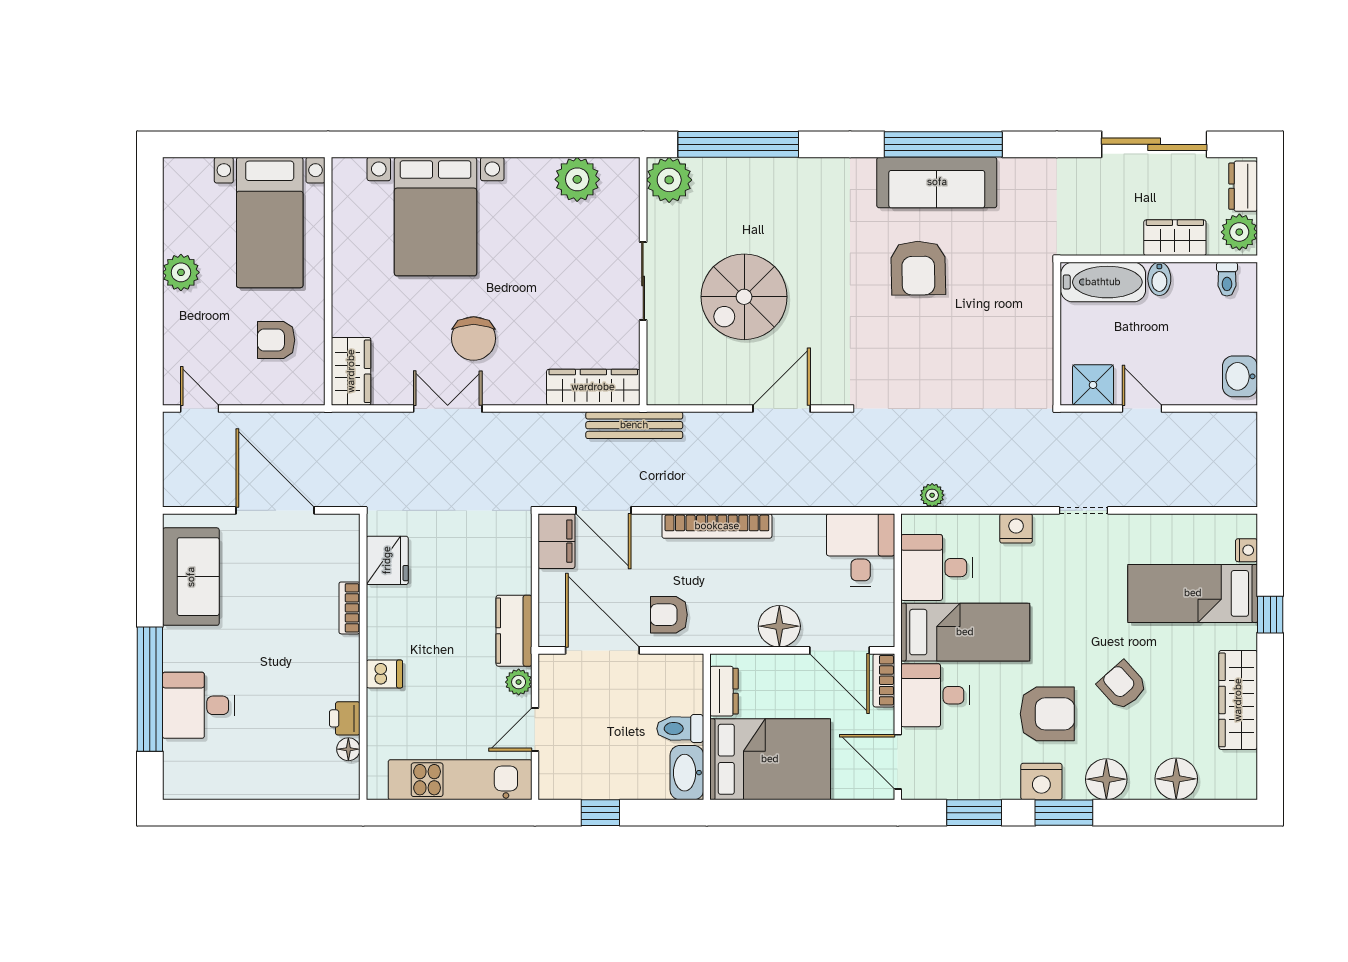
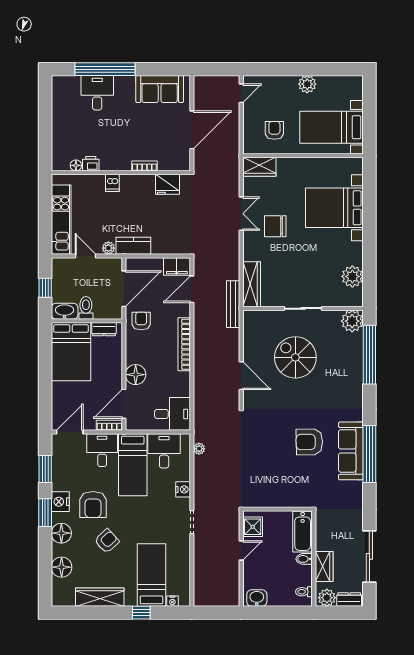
dresser: (724, 691) -> (104, 329), moved
wall: (707, 727) -> (87, 321), moved
toilet: (680, 729) -> (86, 308), moved
bed: (770, 759) -> (71, 352), moved
washbasin: (687, 773) -> (65, 311), moved

